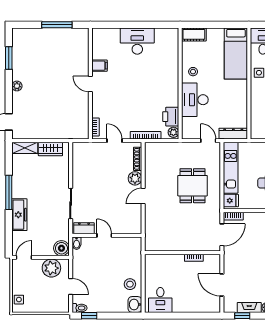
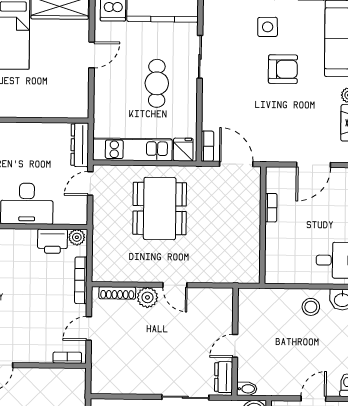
dining table: (193, 186) -> (160, 209), width x1.38

